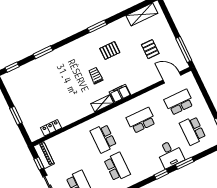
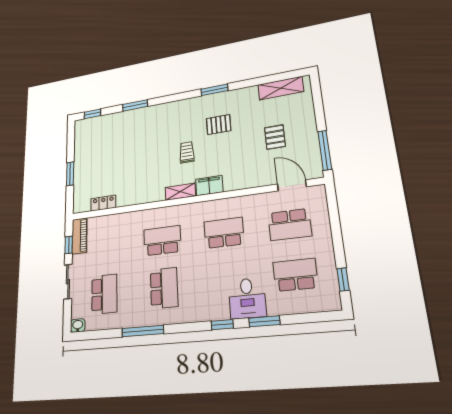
school desk: (179, 102) -> (290, 225), turned 180
school desk: (193, 131) -> (295, 275), turned 90
school desk: (103, 138) -> (162, 240), turned 90

